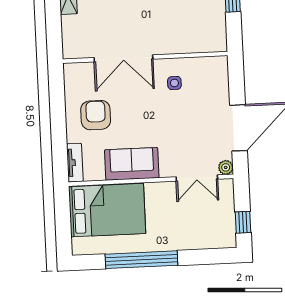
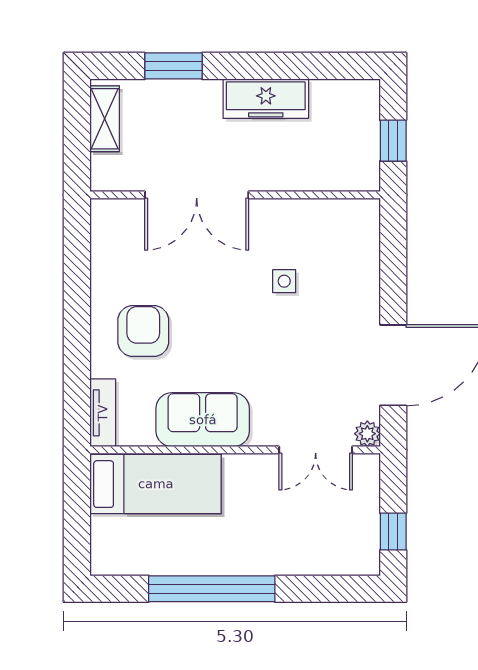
wall: (145, 57) -> (235, 195), moved
double door: (123, 58) -> (197, 195), moved
bed: (107, 210) -> (156, 484), width x0.67

